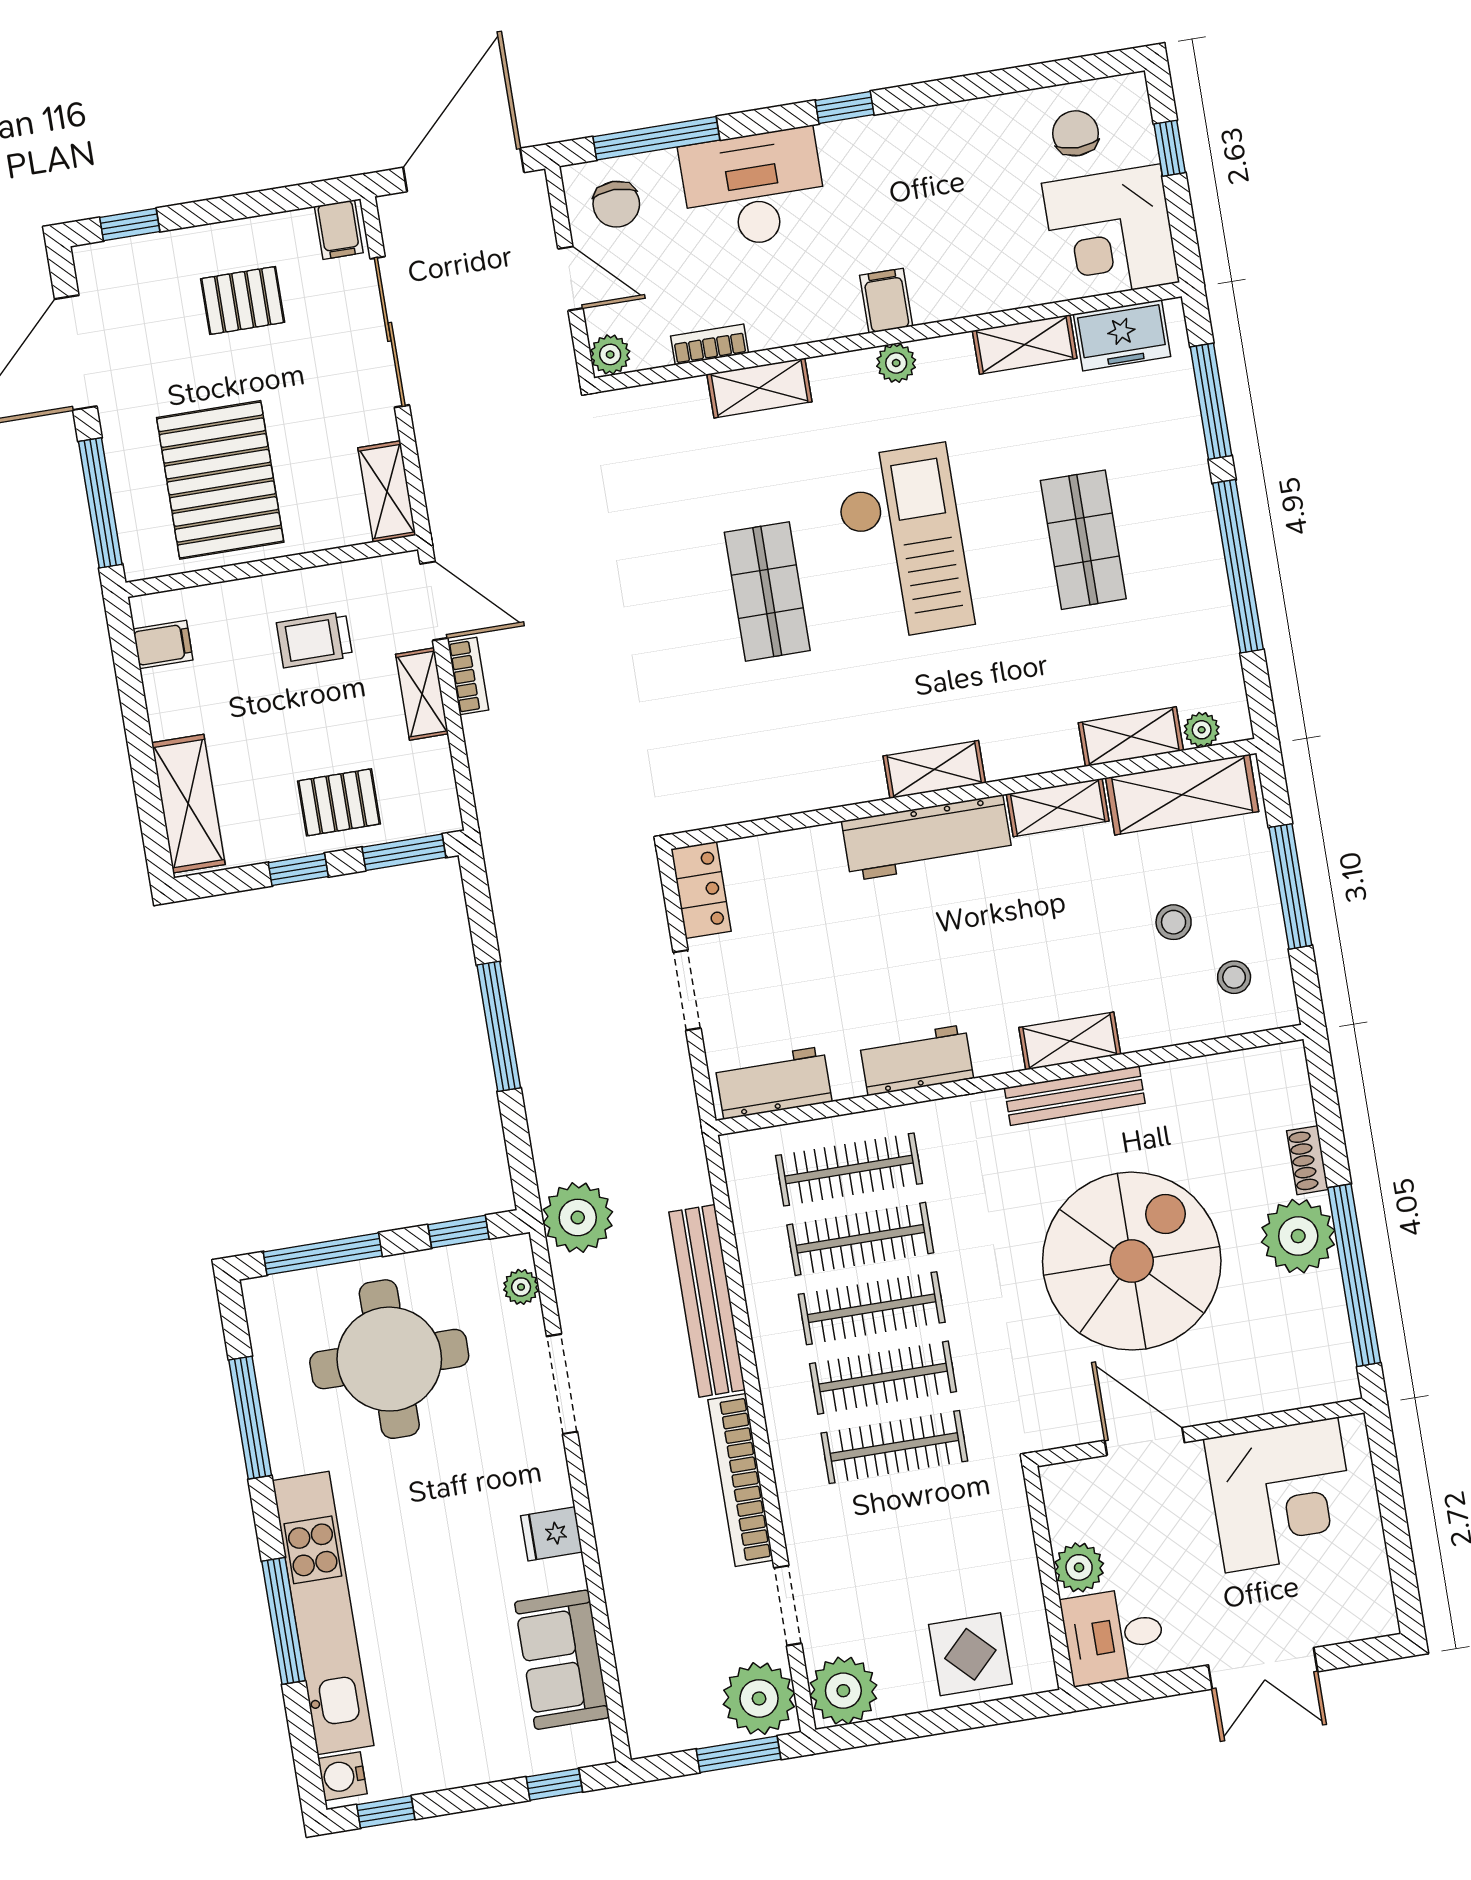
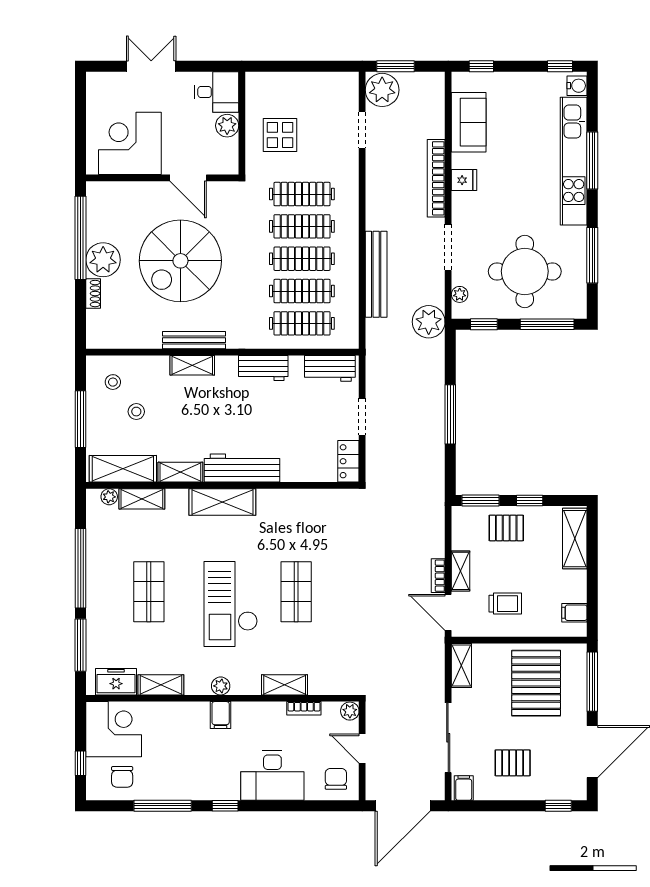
window: (656, 138) -> (163, 806), moved
shelving: (934, 769) -> (222, 502), width x1.50, depth x1.33
bookcase: (741, 1480) -> (436, 178), moved, turned 180
display table: (970, 1654) -> (280, 135), moved
plant: (843, 1691) -> (343, 87), removed

